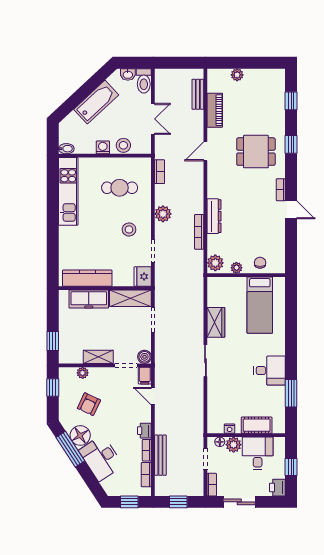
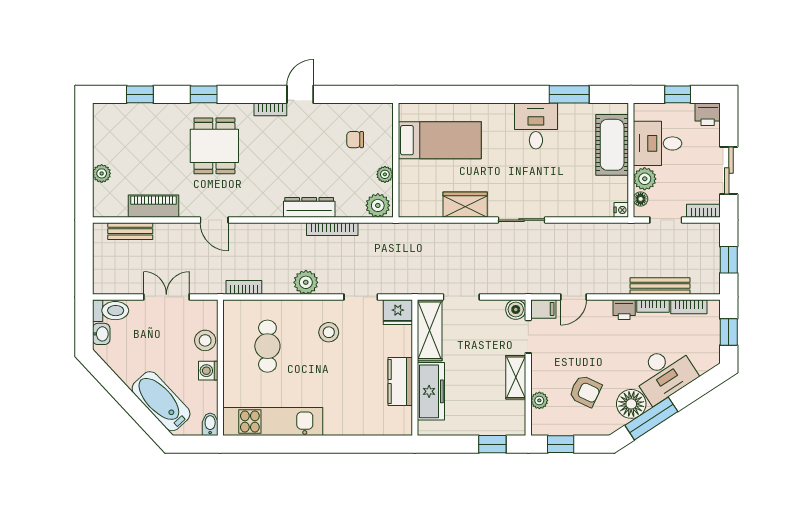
bathtub: (96, 102) -> (161, 401), moved
chair: (260, 263) -> (355, 140), moved
kitchen counter: (87, 278) -> (400, 382), width x0.67
cot: (257, 425) -> (612, 145), width x1.37, depth x1.34
nightstand: (230, 429) -> (621, 210), moved

